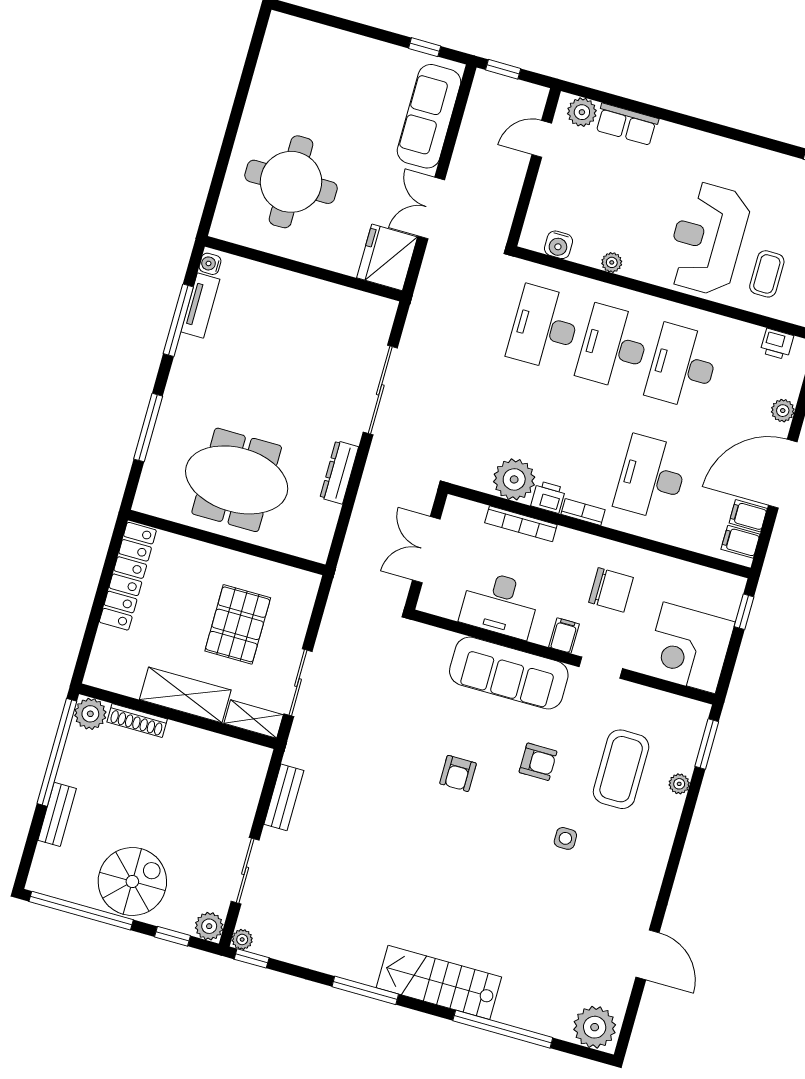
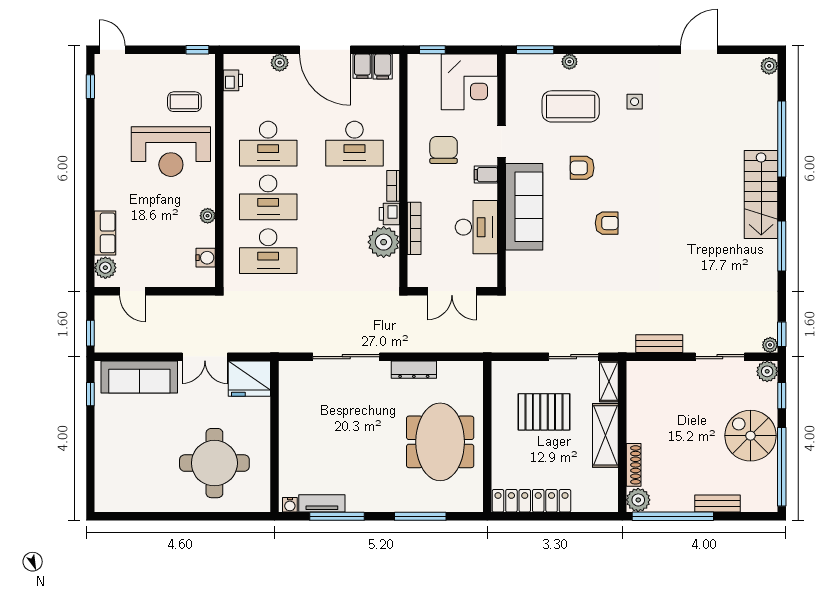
armchair: (538, 762) -> (582, 168), turned -90
side table: (565, 838) -> (635, 102), moved
plant: (595, 1027) -> (769, 66), width x0.53, depth x0.53

